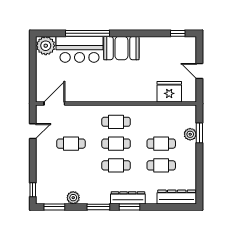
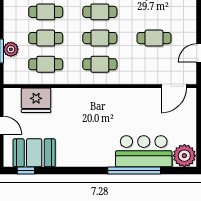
booth: (121, 48) -> (34, 153), moved
cafe table: (161, 122) -> (46, 64), added

